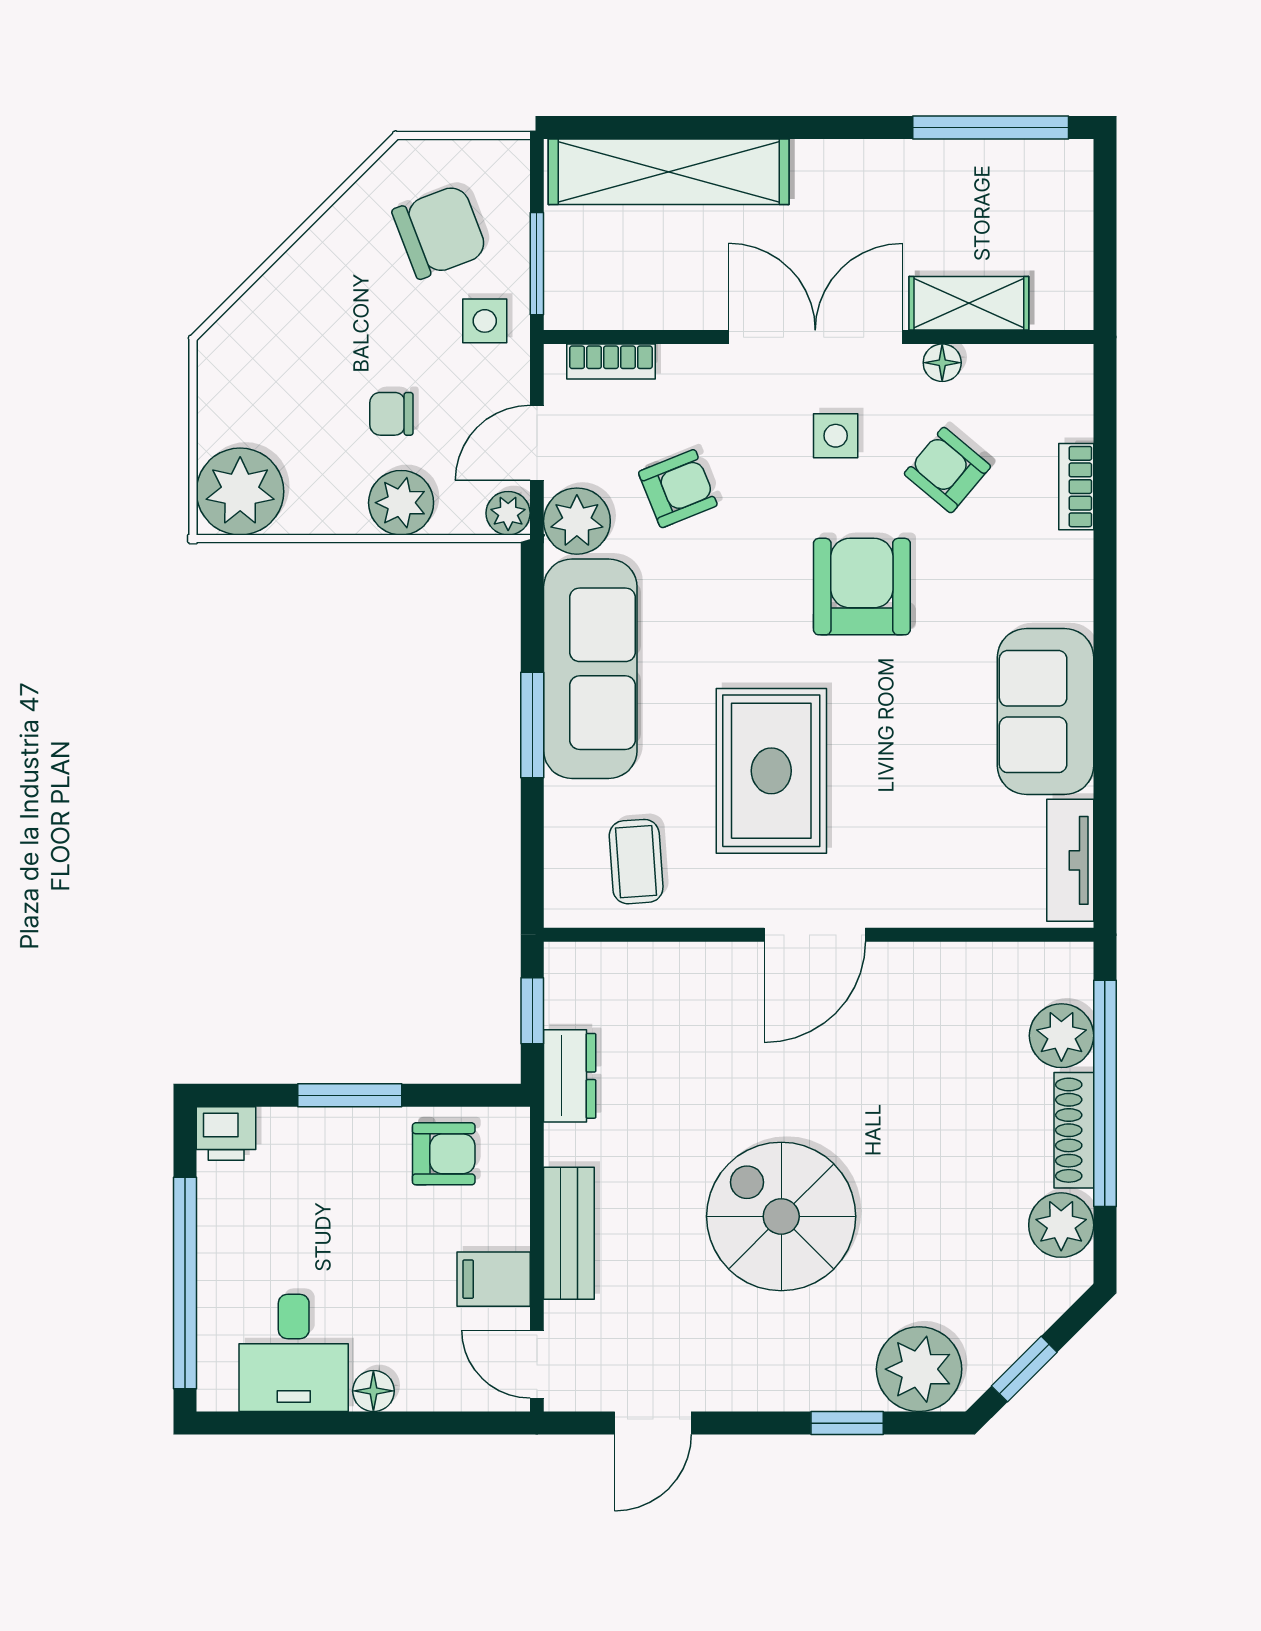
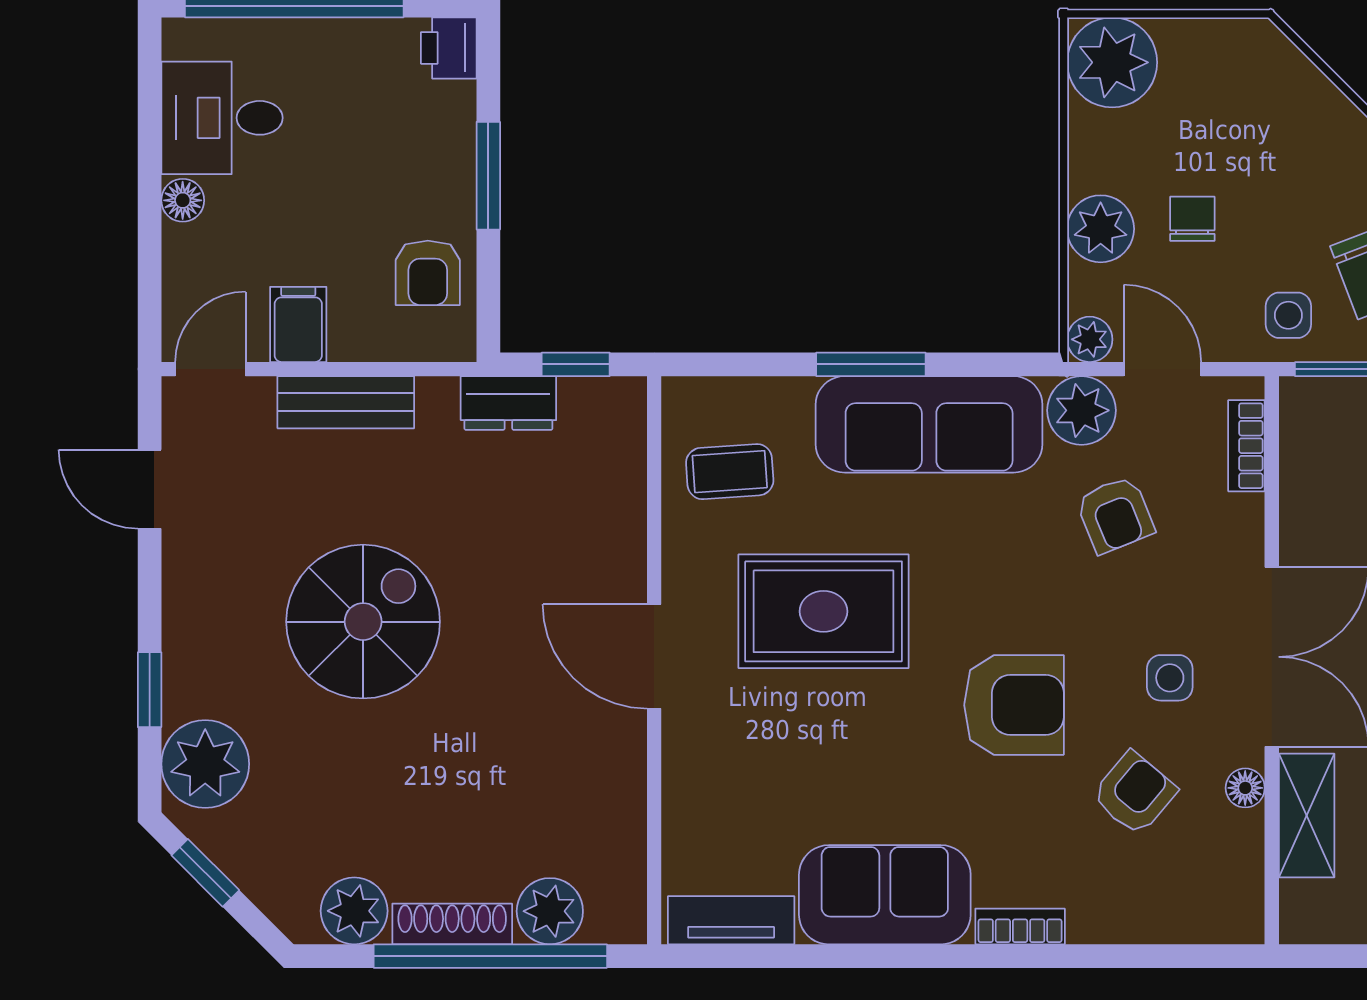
bookcase: (1076, 487) -> (1020, 926), moved

